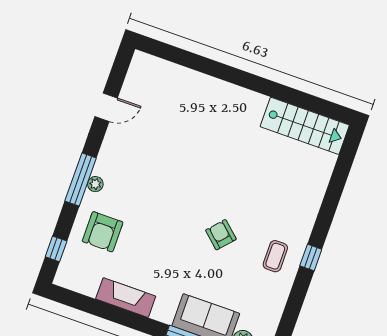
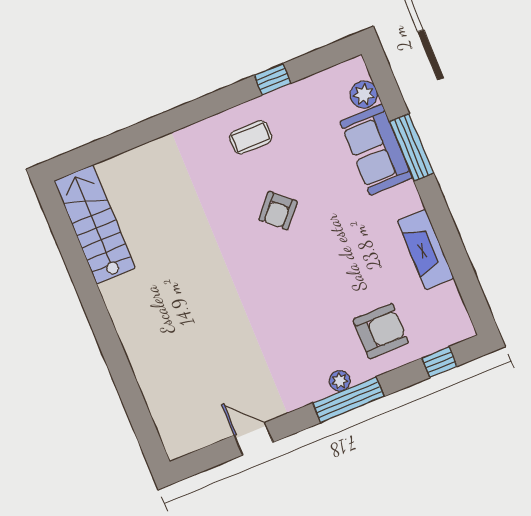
window: (311, 257) -> (273, 79), moved

